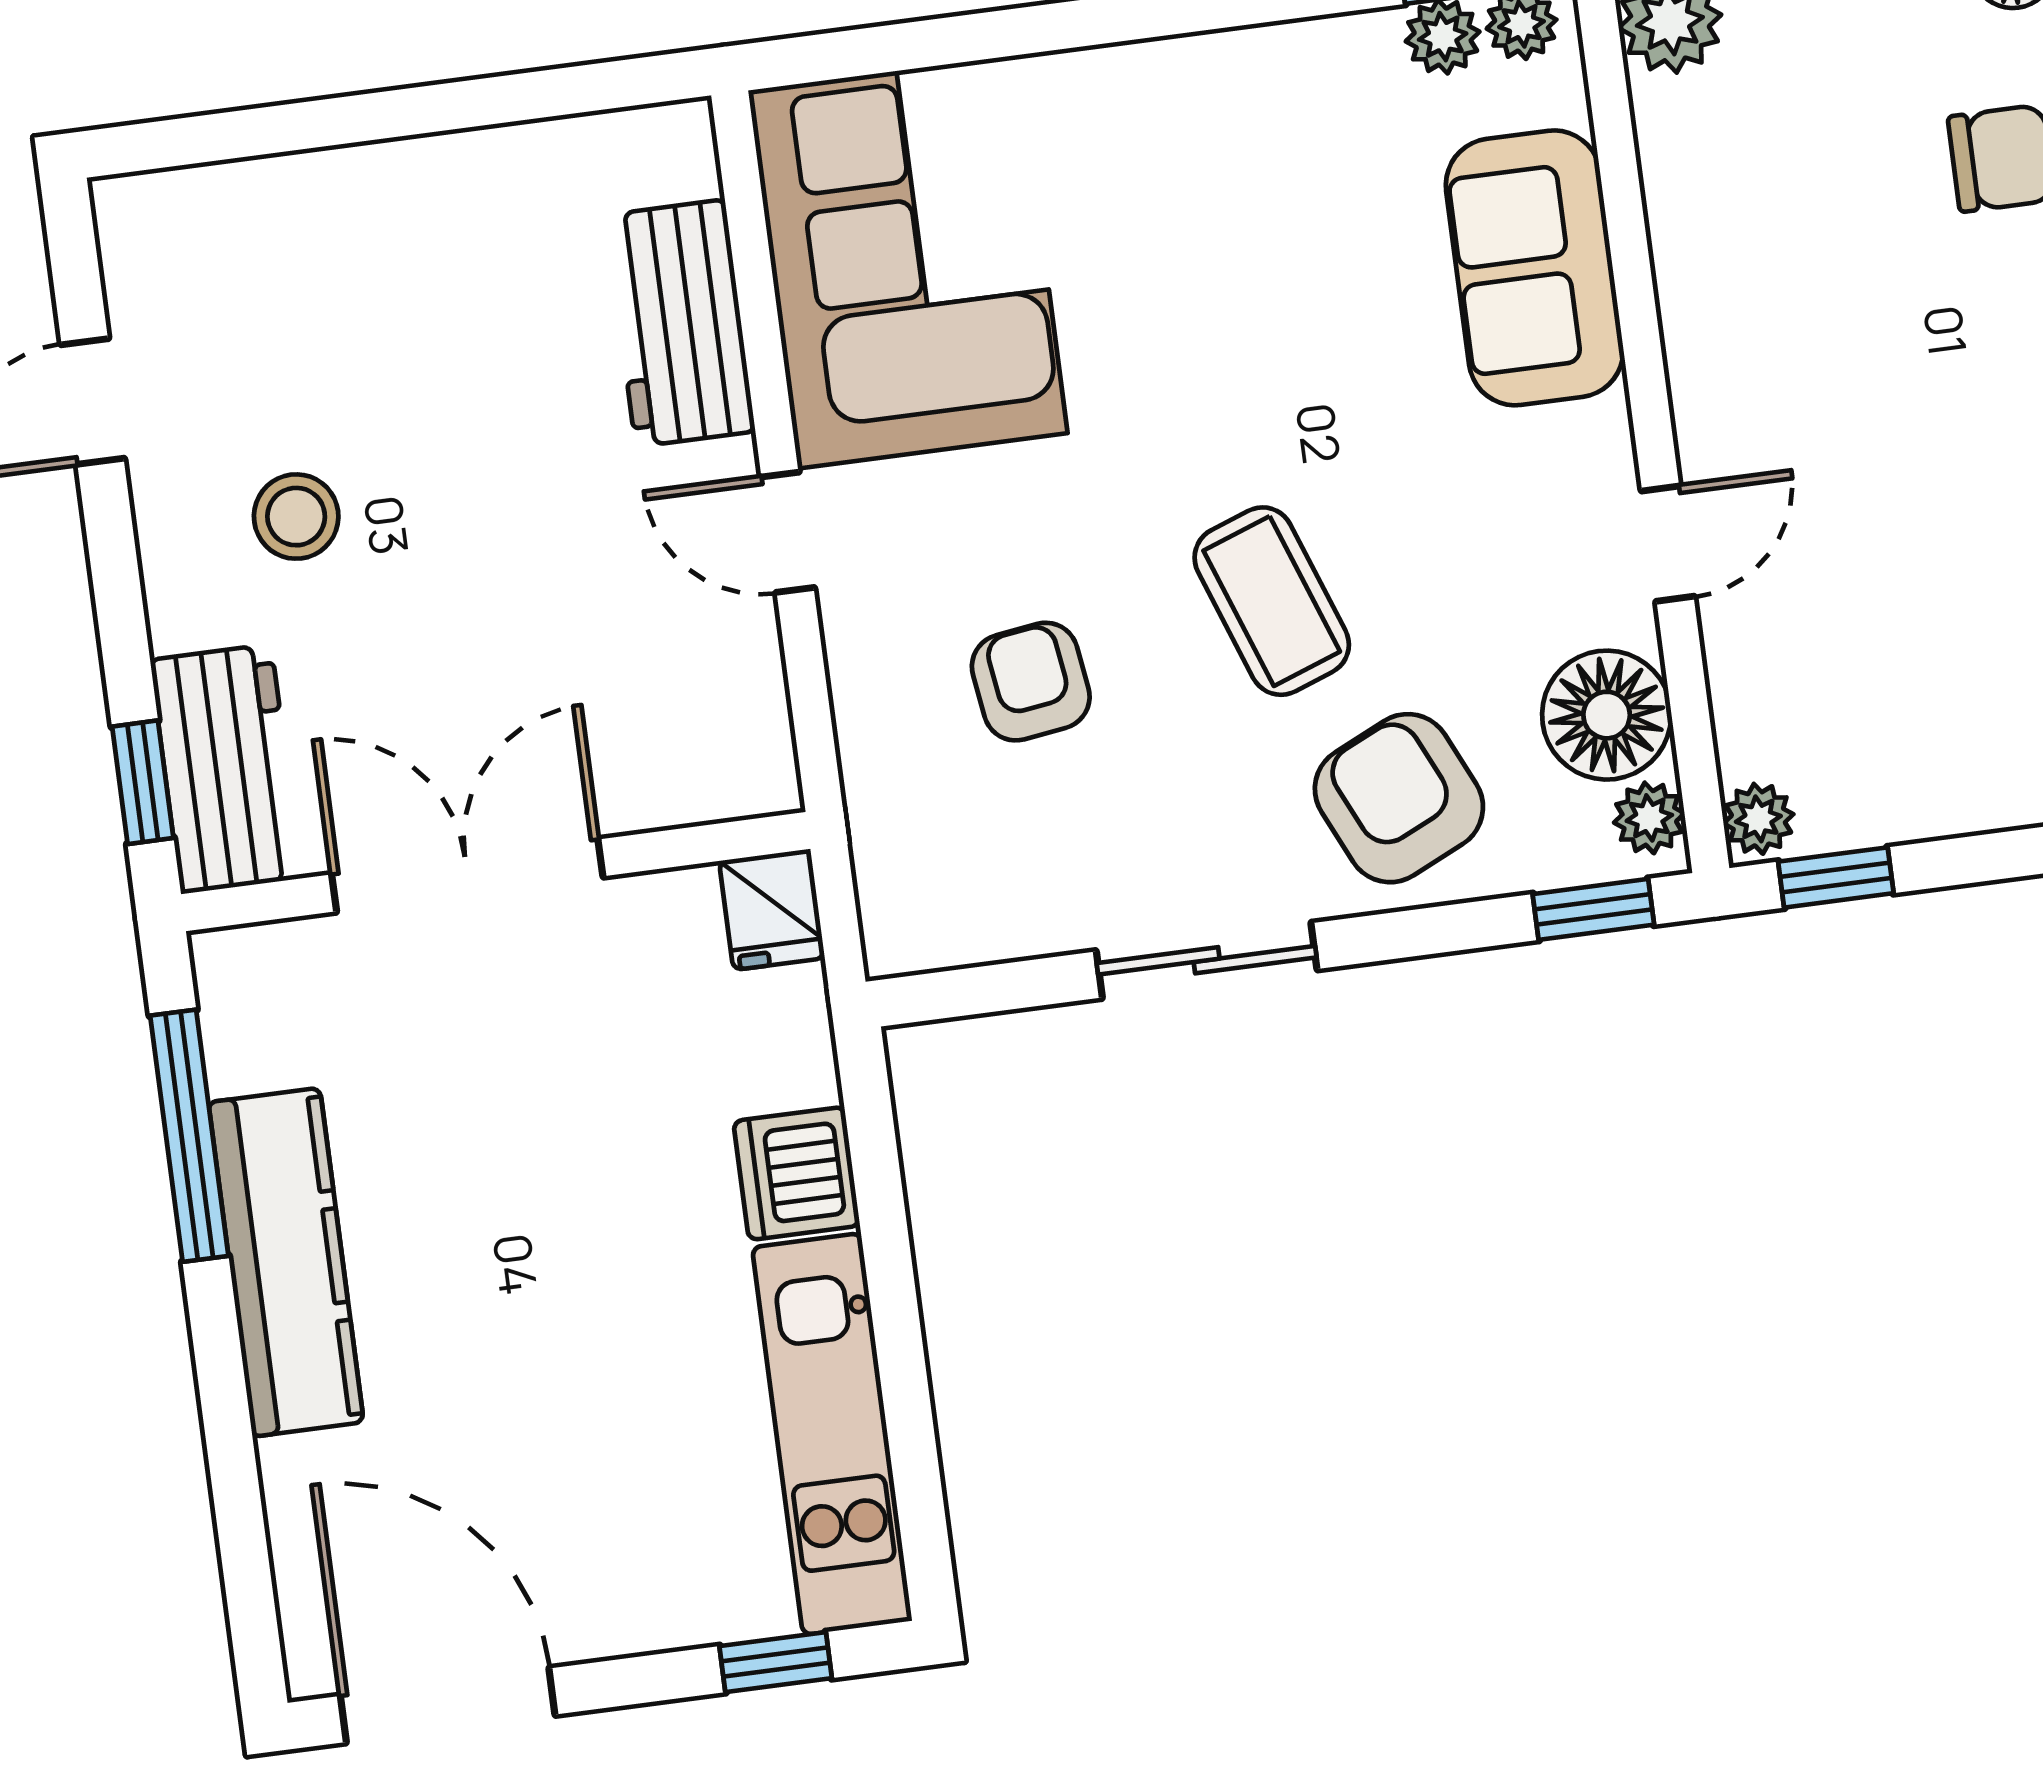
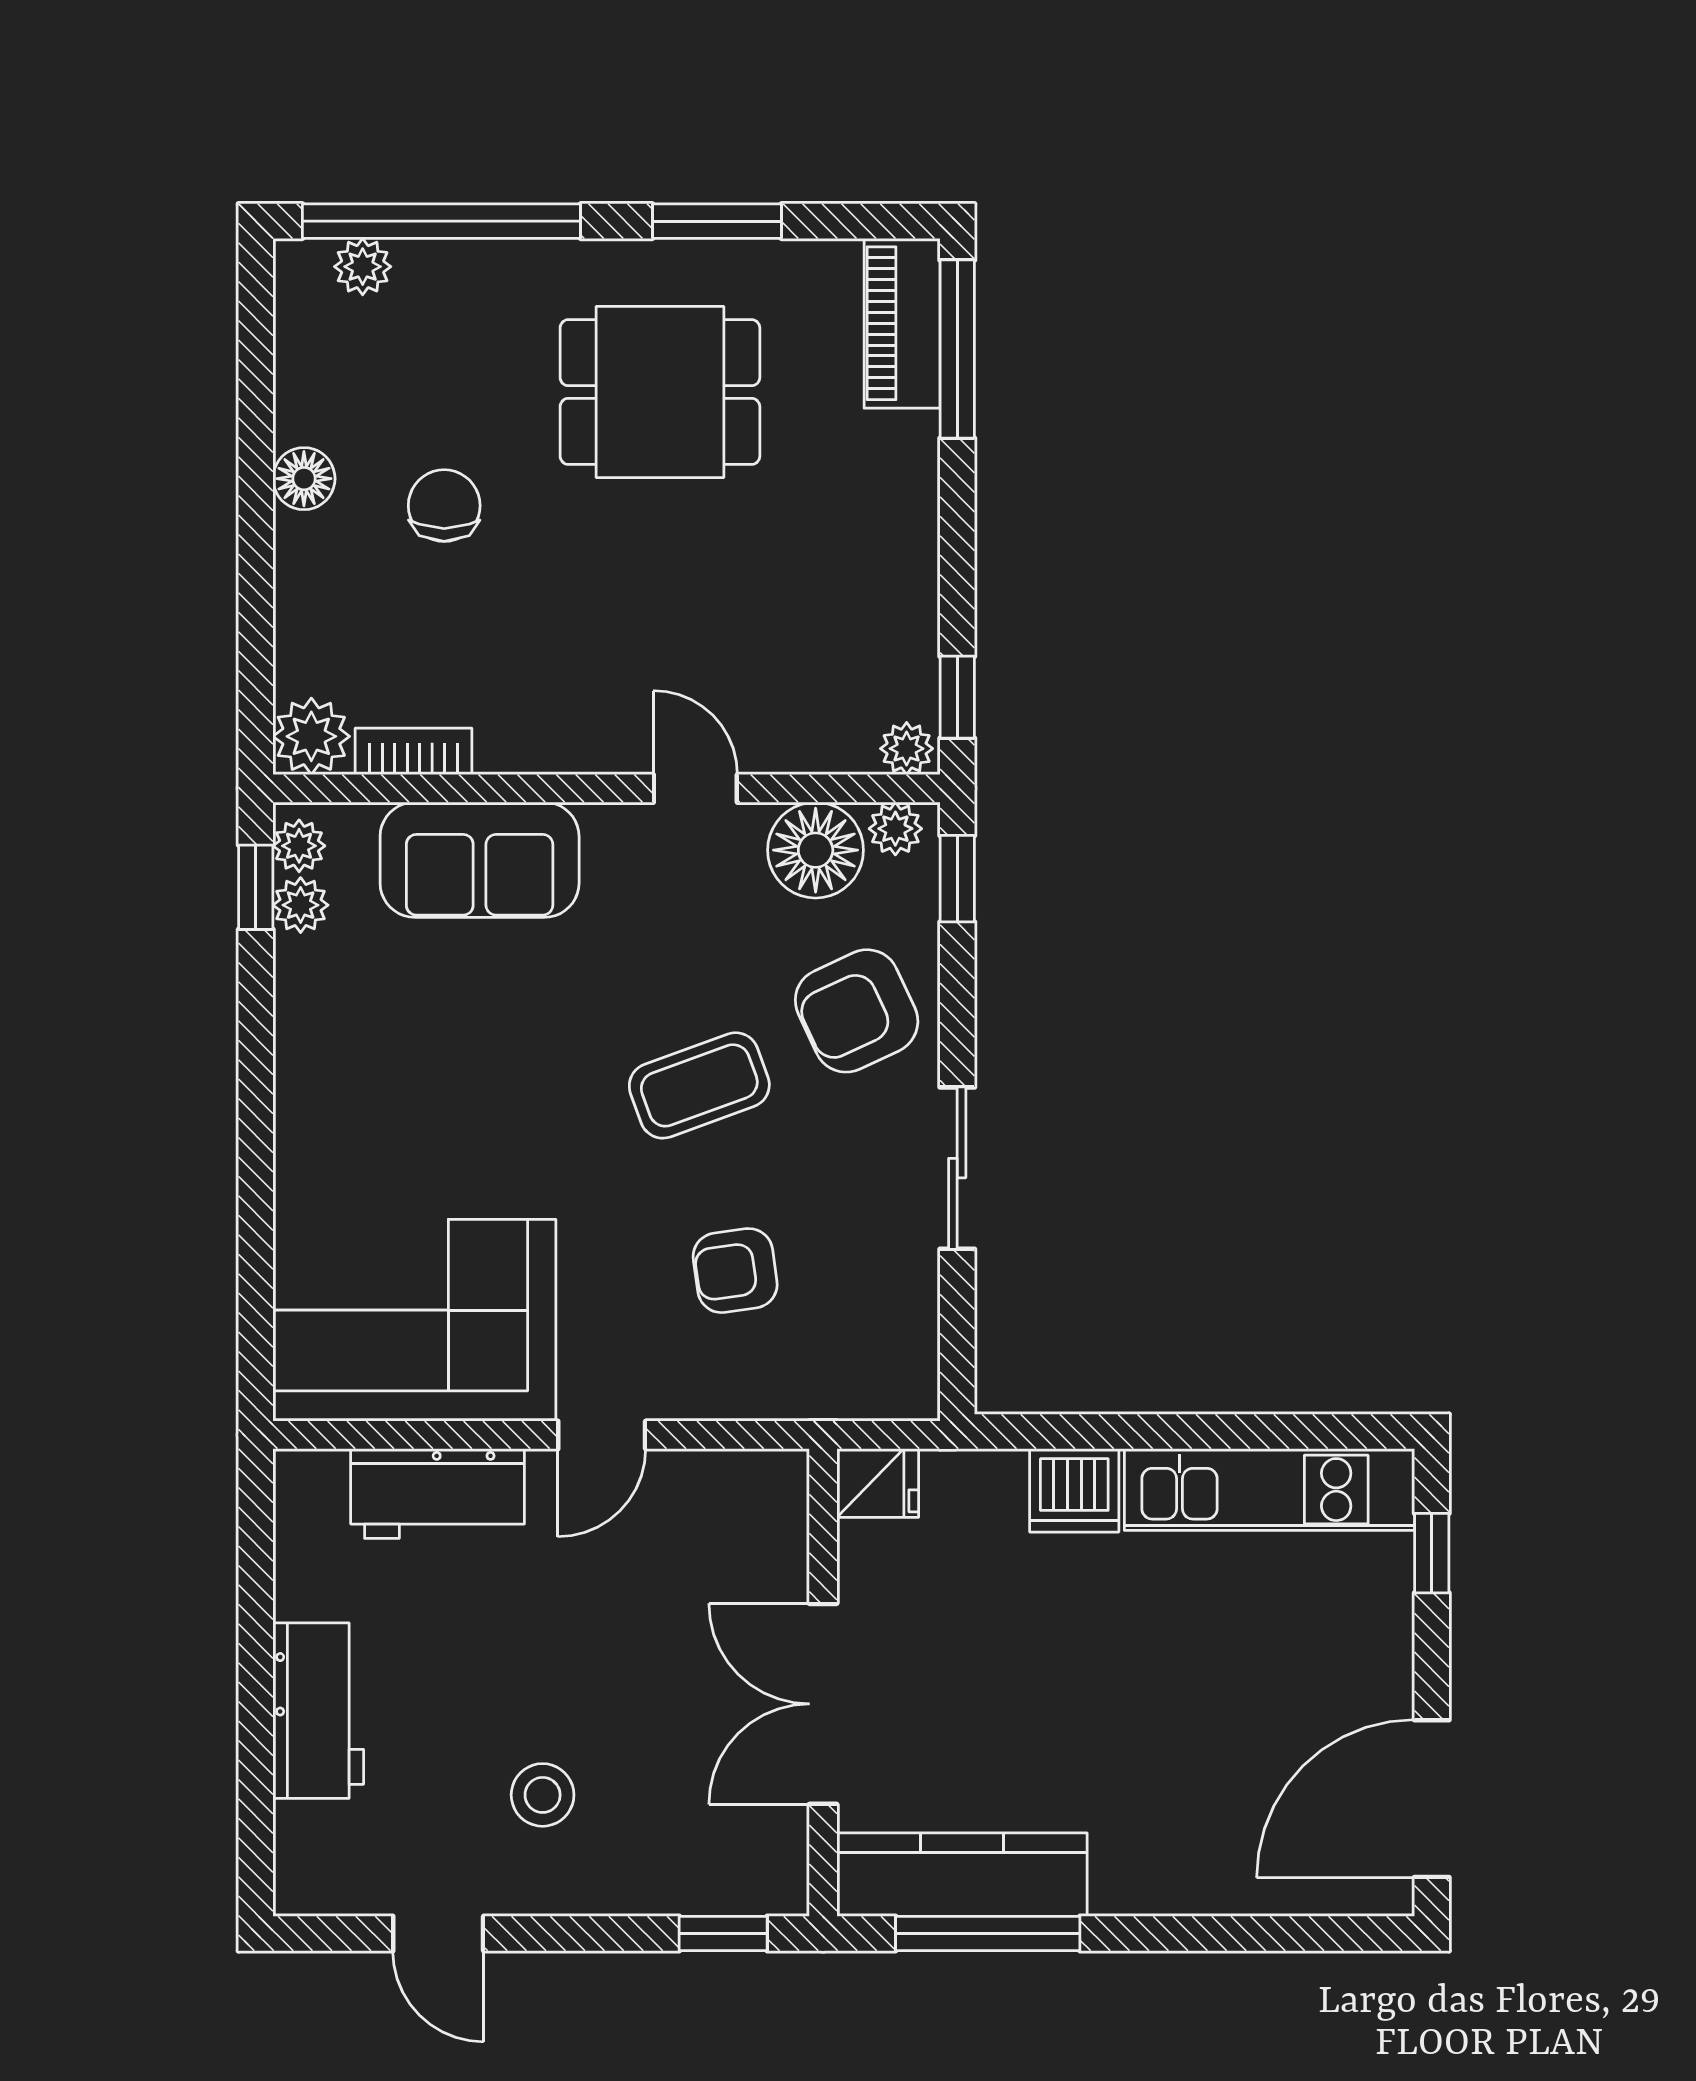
bookcase: (1668, 161) -> (414, 751), added
workbench: (226, 769) -> (318, 1711), moved, turned 90
kitchen counter: (286, 1262) -> (962, 1875), moved

